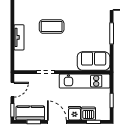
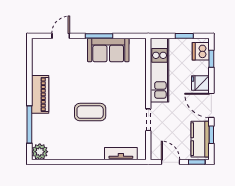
coffee table: (52, 26) -> (90, 112), turned 90
tv unit: (19, 37) -> (121, 154), moved
sofa: (94, 61) -> (108, 50), moved, turned -90
dishwasher: (88, 114) -> (201, 51), moved
door: (57, 122) -> (211, 105), hinge flipped

